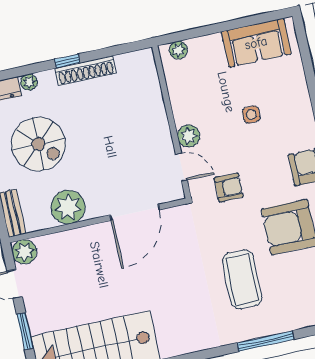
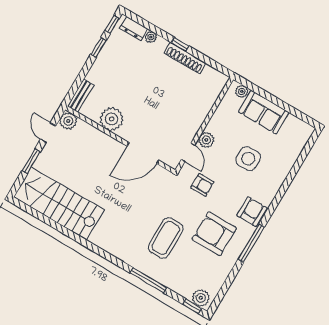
sofa: (256, 43) -> (264, 112), moved
side table: (251, 115) -> (248, 159), width x1.87, depth x1.87
spiral stairs: (38, 144) -> (126, 73), removed

